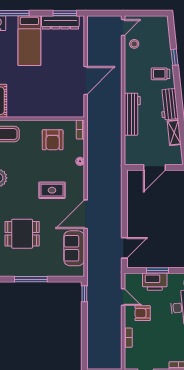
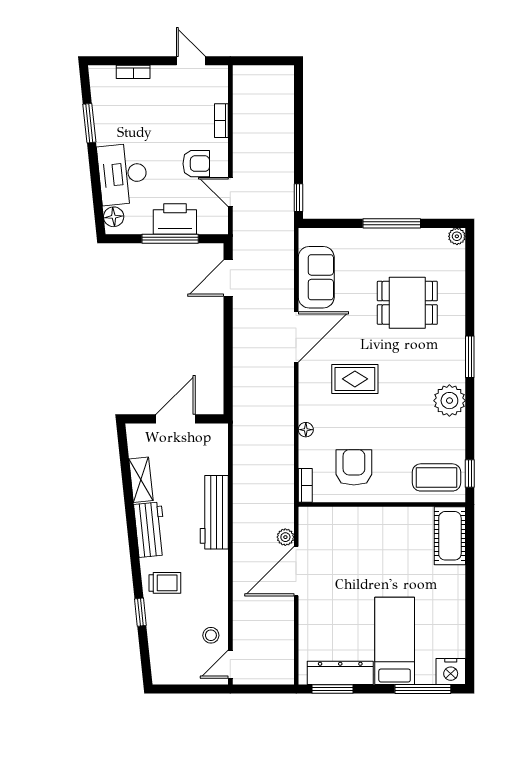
plant: (92, 100) -> (285, 537), added
window: (157, 270) -> (170, 239), width x1.44

